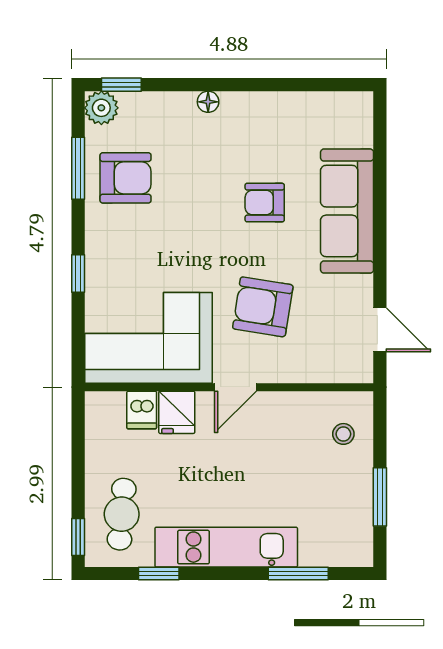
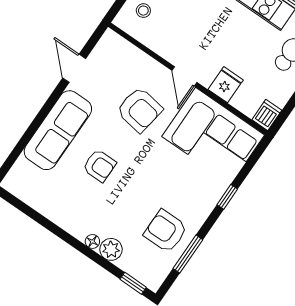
plant: (101, 108) -> (111, 249), moved
door: (380, 330) -> (74, 68), moved
door: (236, 387) -> (184, 76), swing flipped
dishwasher: (142, 410) -> (267, 115), moved

